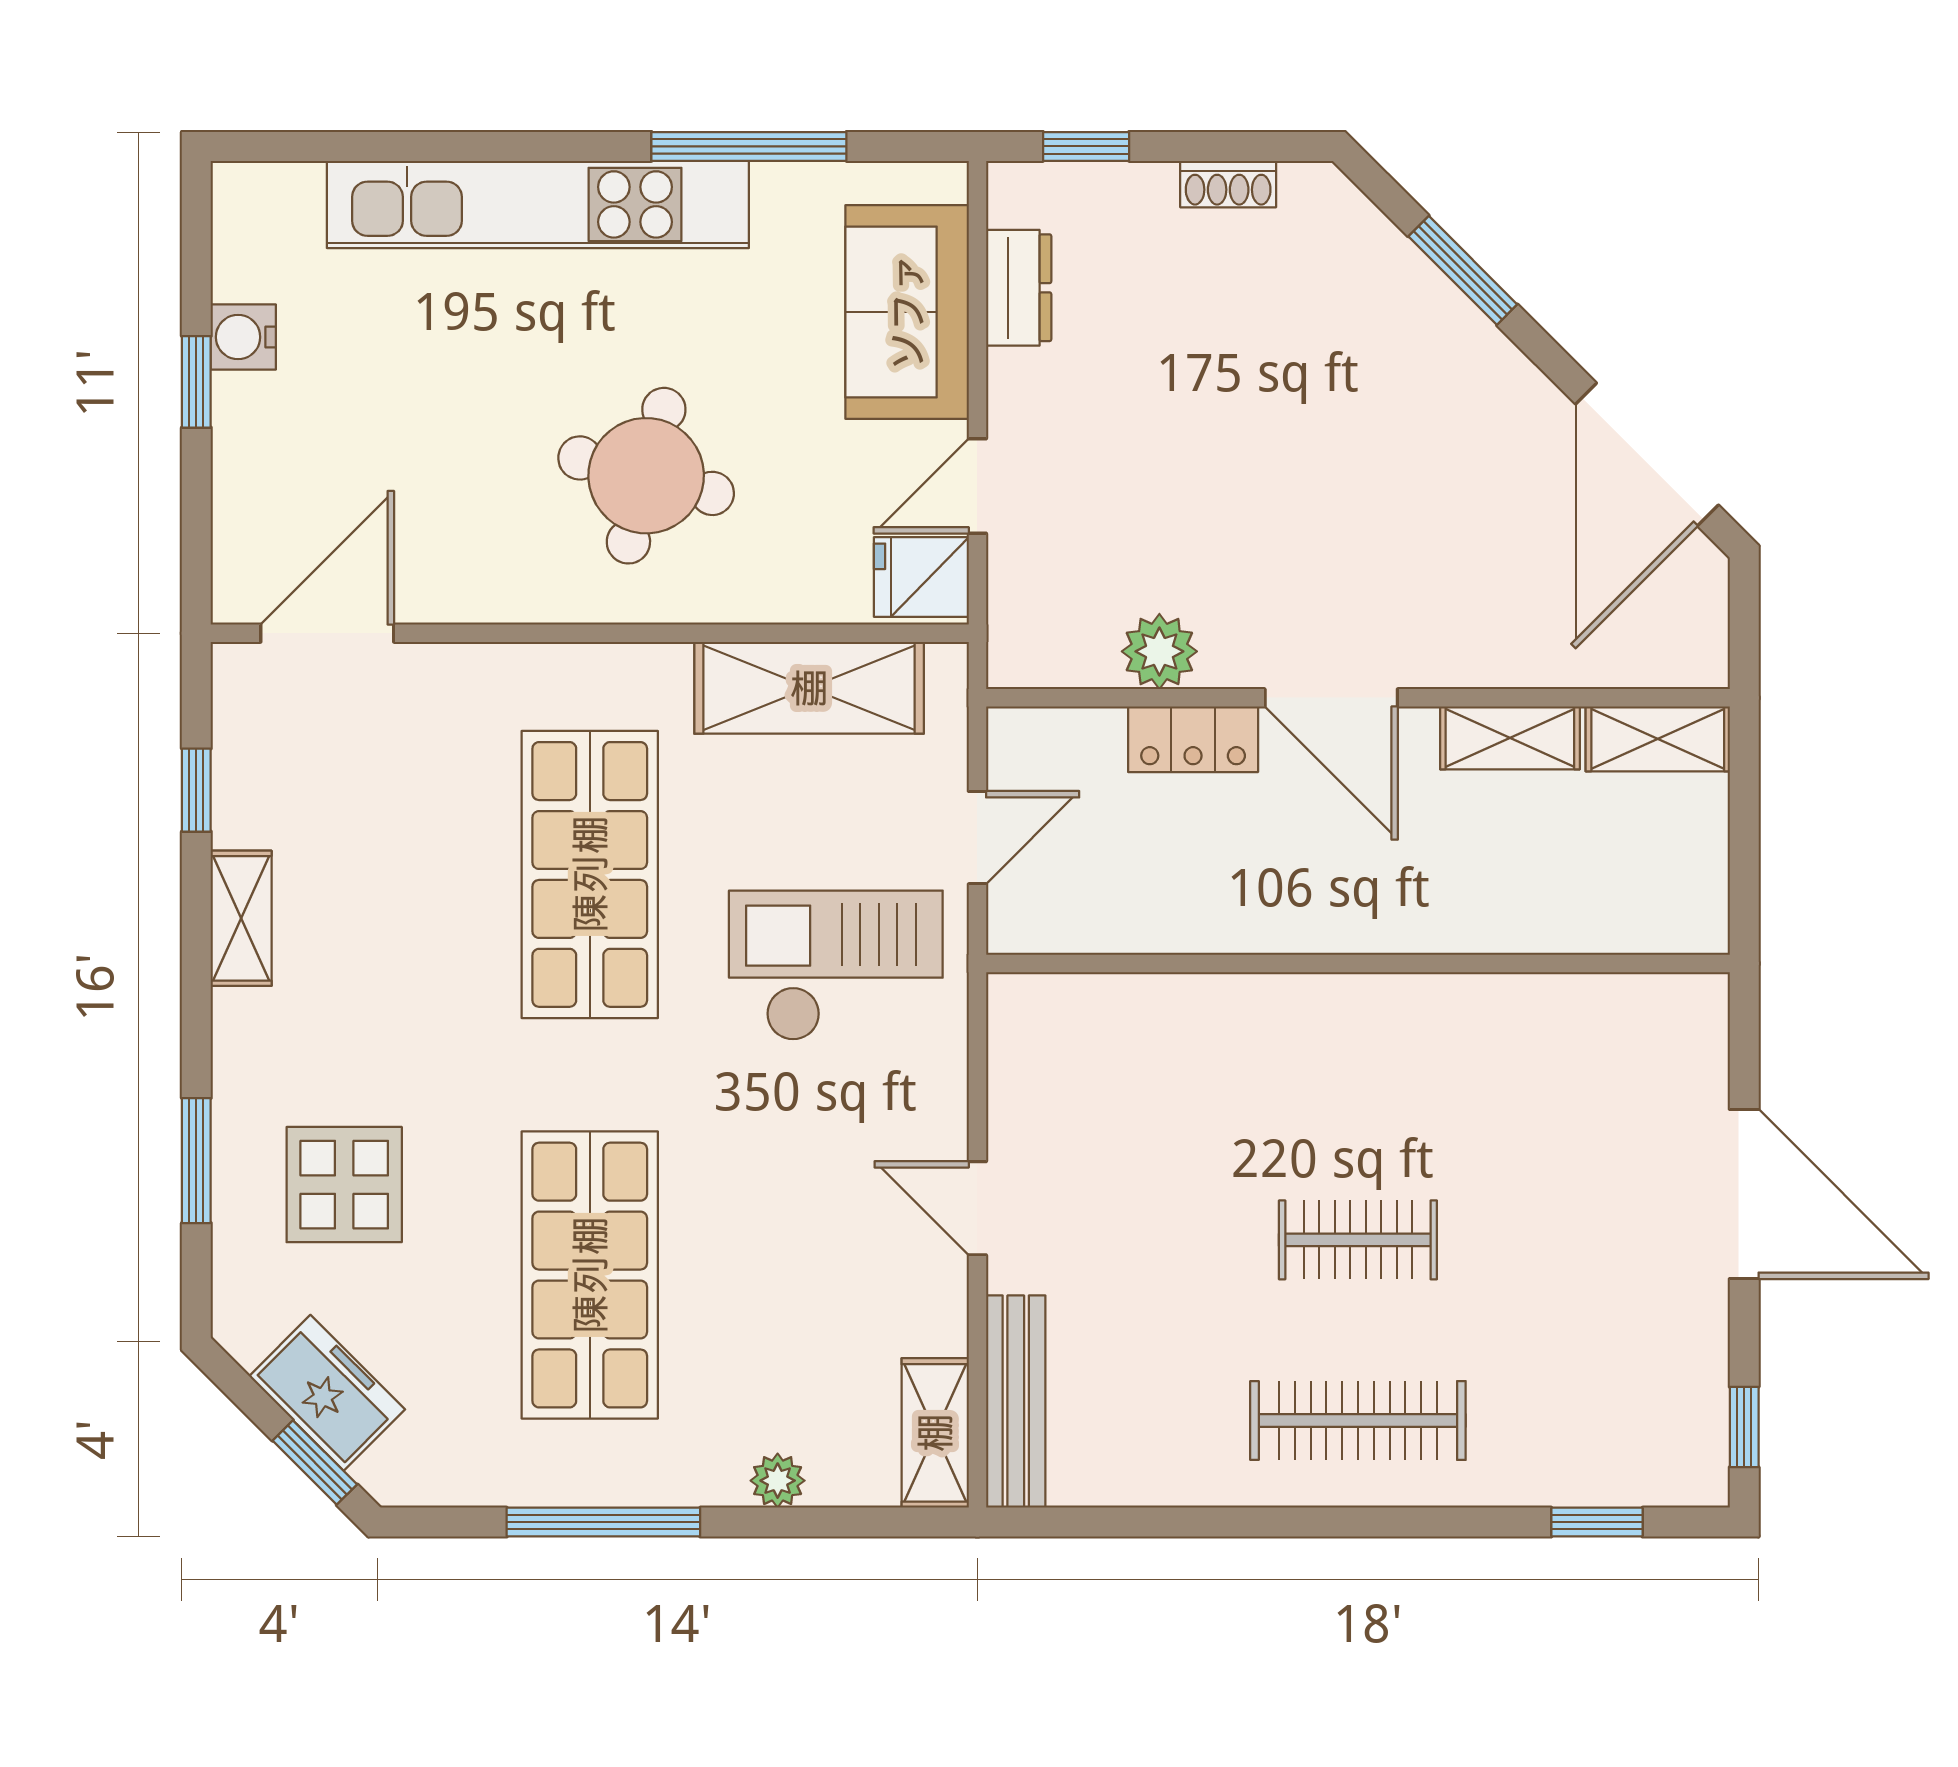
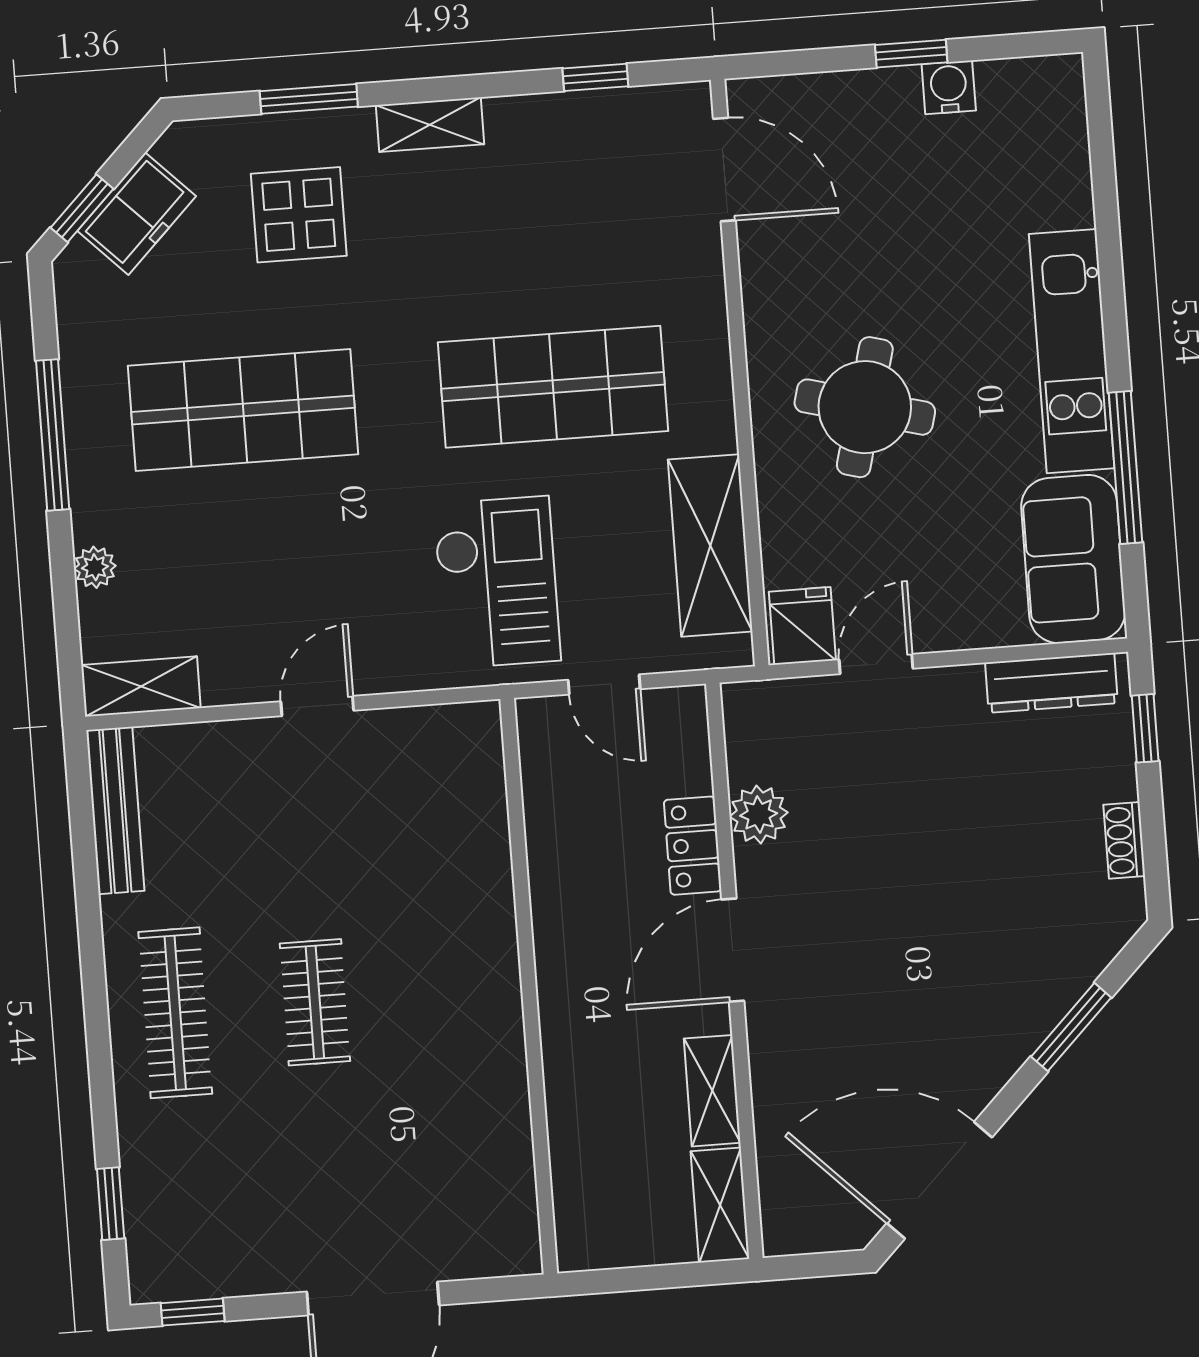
kitchen unit: (538, 204) -> (1072, 351), width x0.73
dresser: (1019, 288) -> (1051, 683), width x1.44
sofa: (907, 312) -> (1073, 559), moved, turned -90
door: (977, 486) -> (876, 664), hinge flipped
shelving: (241, 918) -> (430, 125), moved
bench: (1016, 1402) -> (115, 811), moved, turned 90

